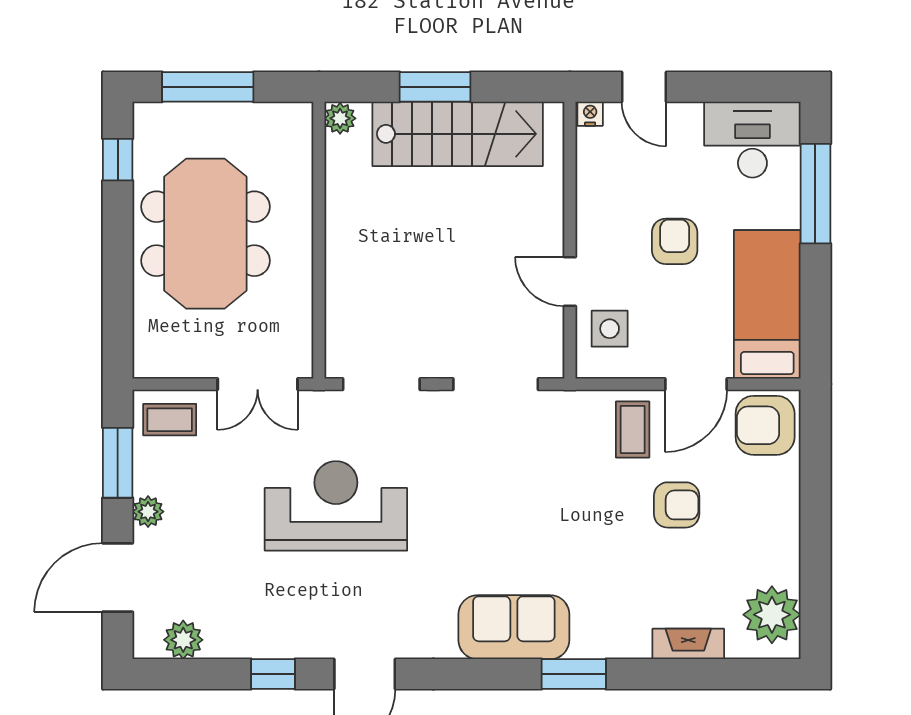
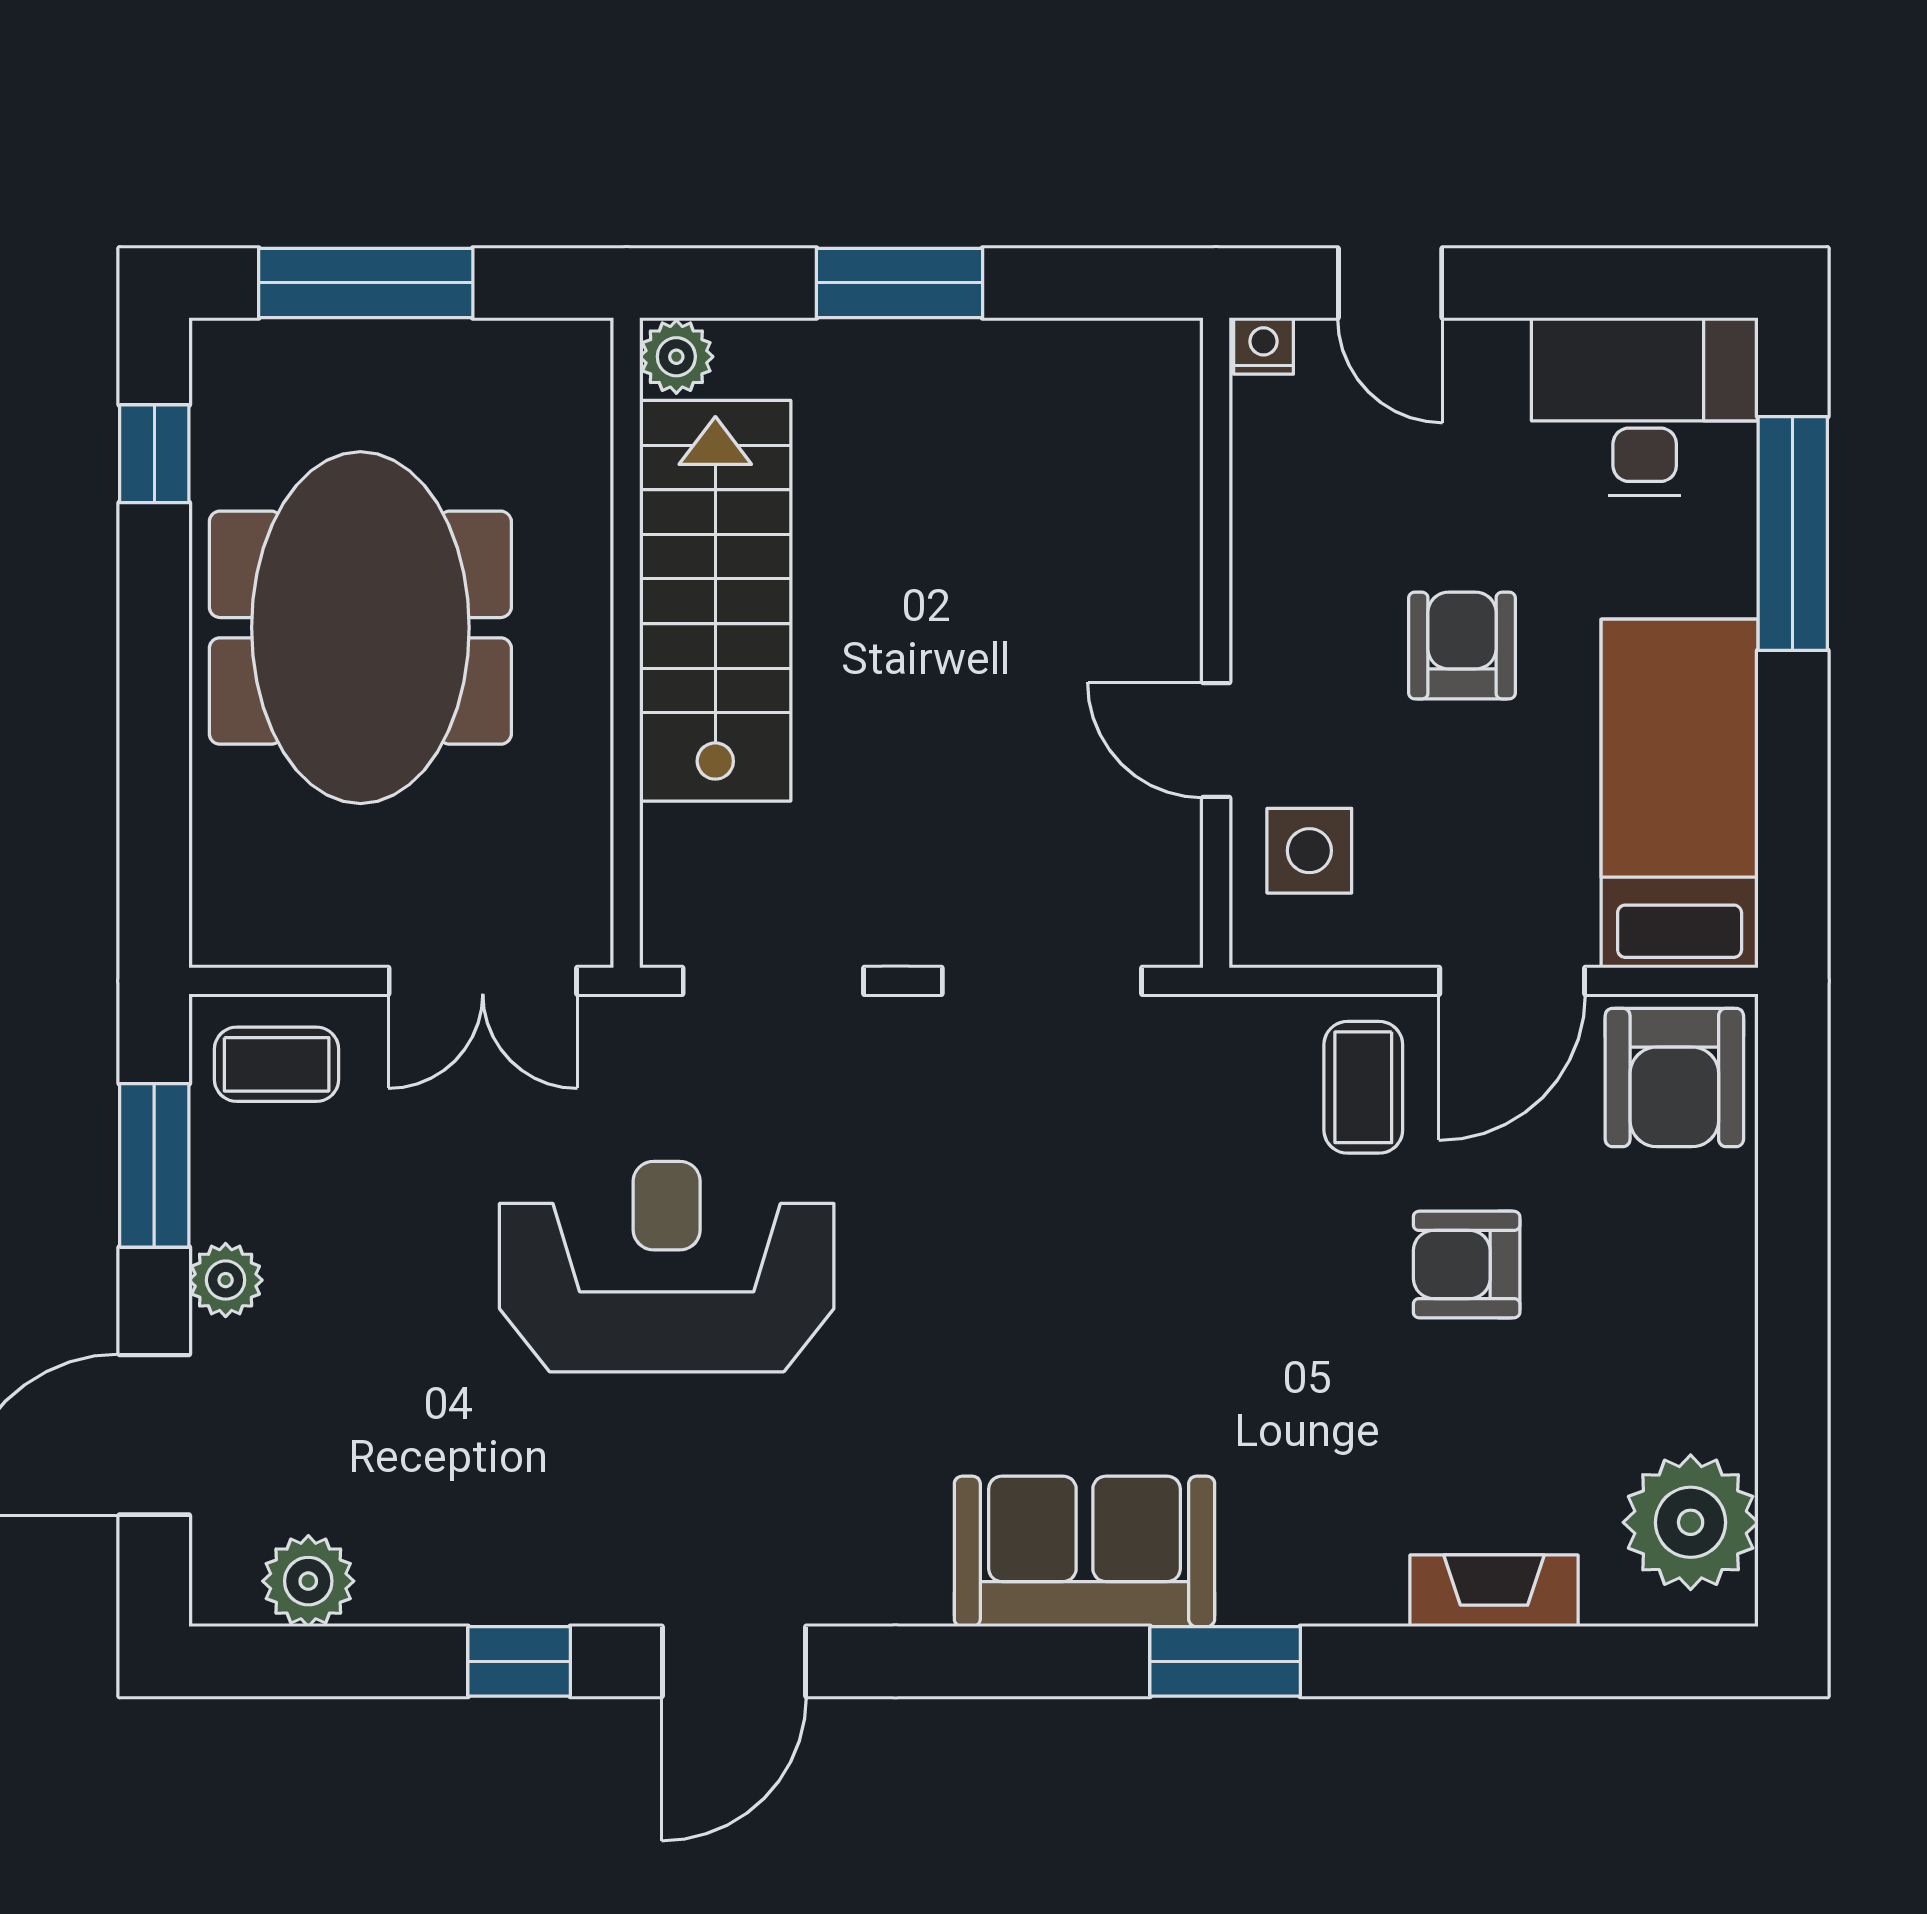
stairs: (458, 134) -> (715, 601), moved, turned -90
armchair: (765, 425) -> (1674, 1077), turned -90
armchair: (677, 505) -> (1467, 1265), turned 180

